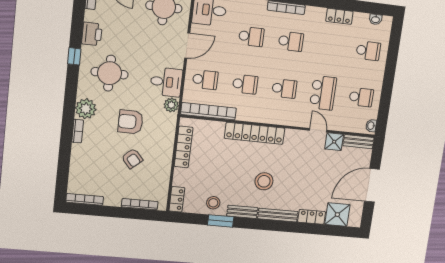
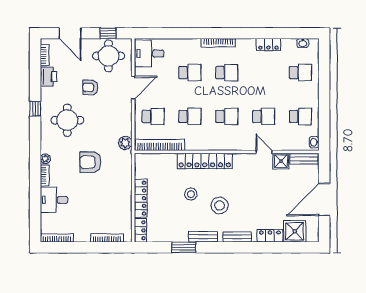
printer: (92, 34) -> (48, 77), moved
desk: (166, 82) -> (54, 200), moved, turned 180
school desk: (323, 93) -> (264, 116), width x0.54
plant: (86, 109) -> (45, 159), width x0.53, depth x0.53
locker: (184, 147) -> (141, 198), moved
armchair: (132, 158) -> (90, 87), moved, turned 131
stool: (213, 203) -> (191, 194), moved
bench: (278, 215) -> (237, 237), width x0.73

